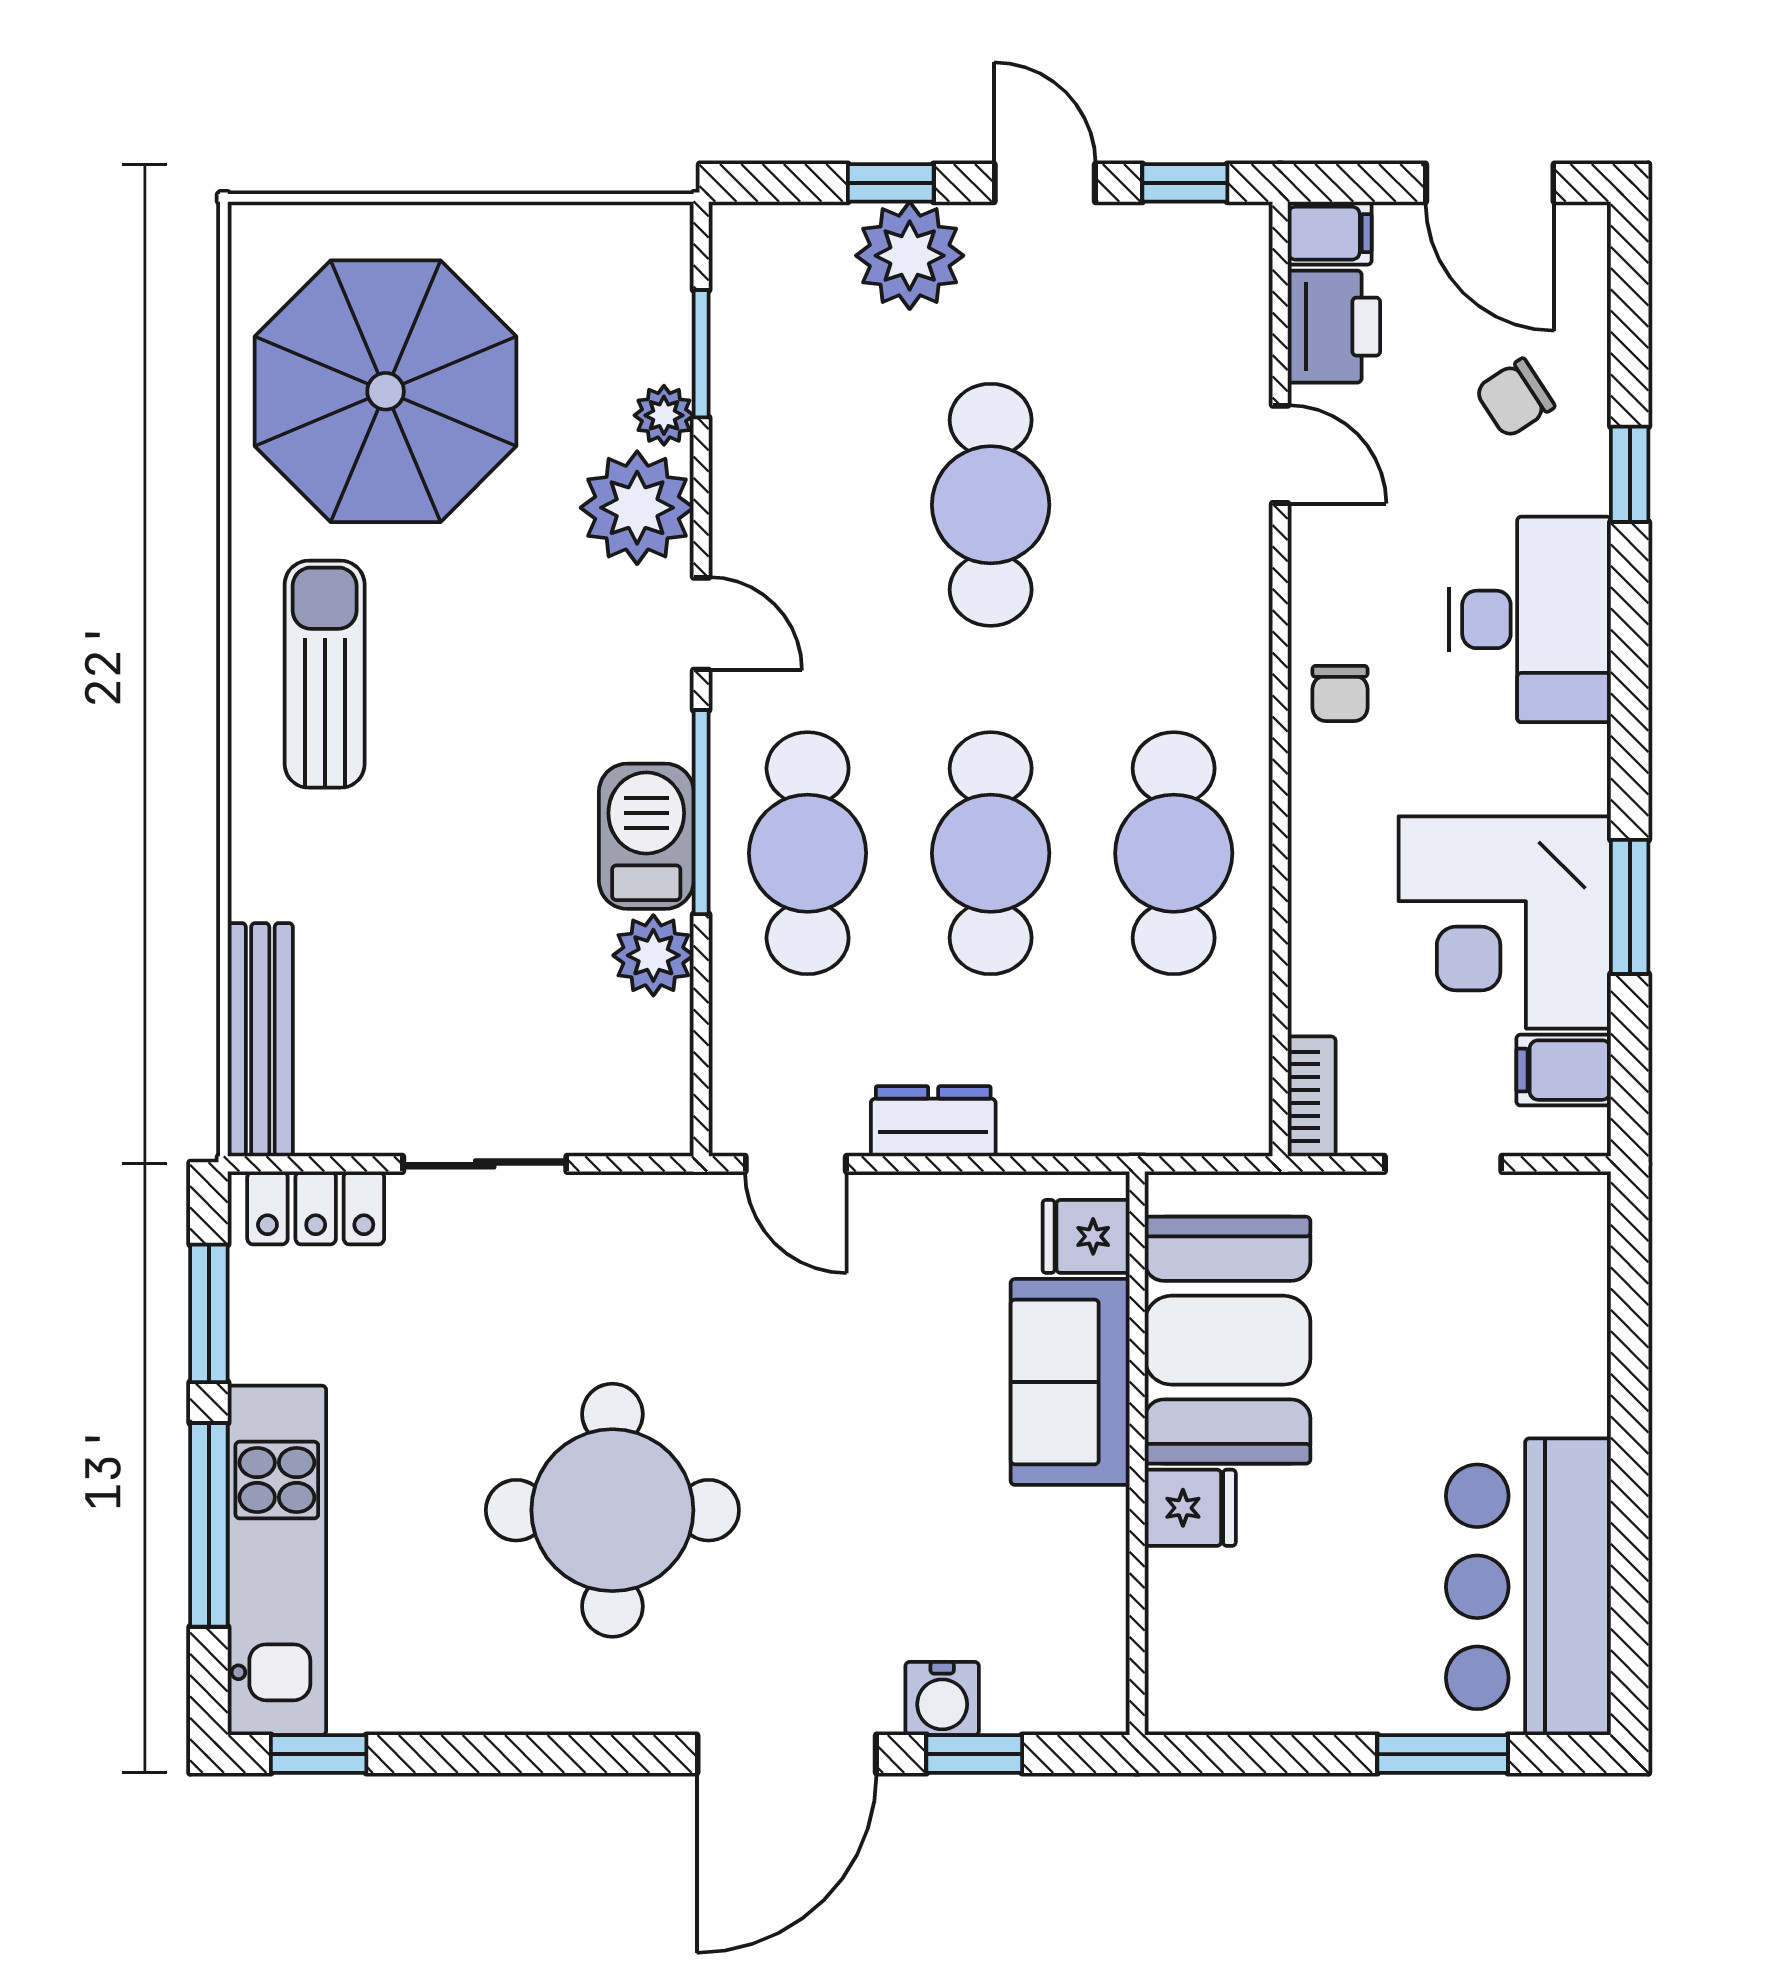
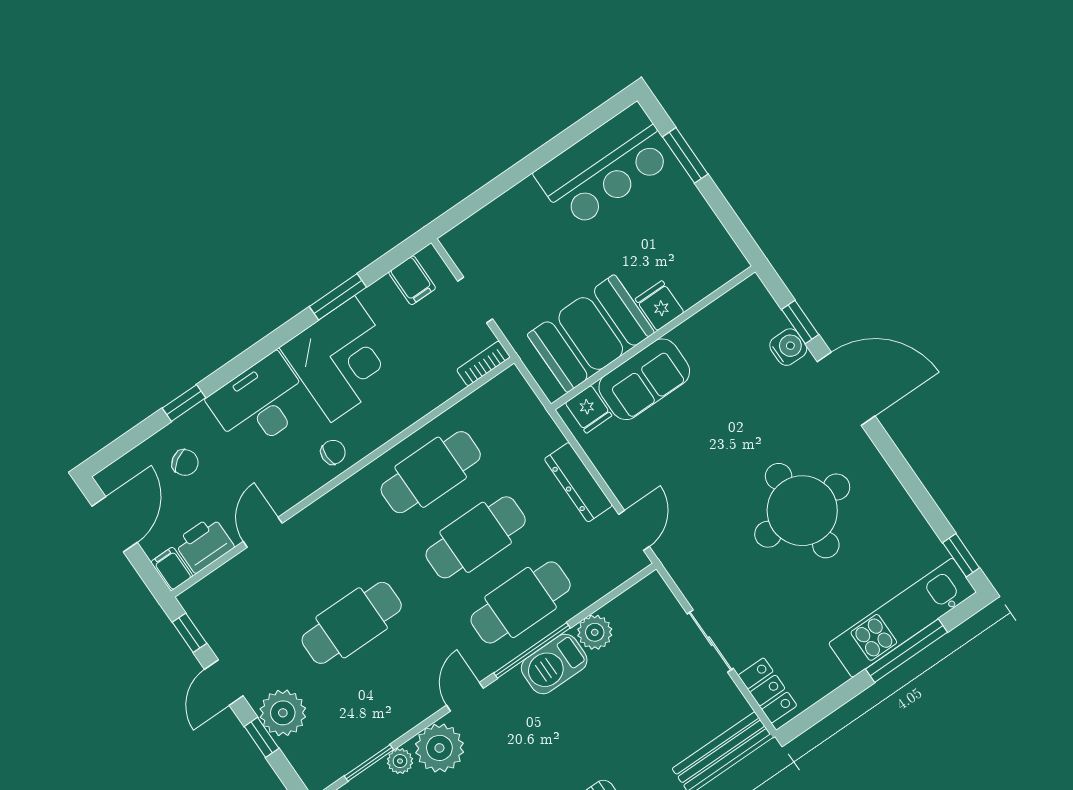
corner desk: (1505, 922) -> (343, 359), moved
dresser: (933, 1121) -> (578, 482), width x1.44
window: (209, 1313) -> (831, 703), removed

